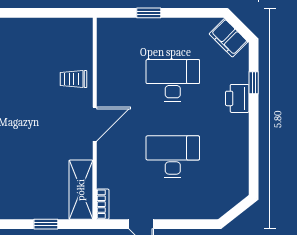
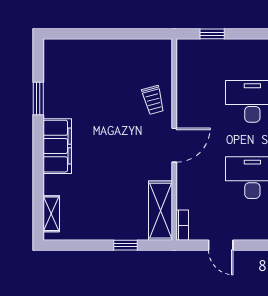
window: (149, 13) -> (212, 34), moved
trolley: (74, 79) -> (153, 100), turned -105

